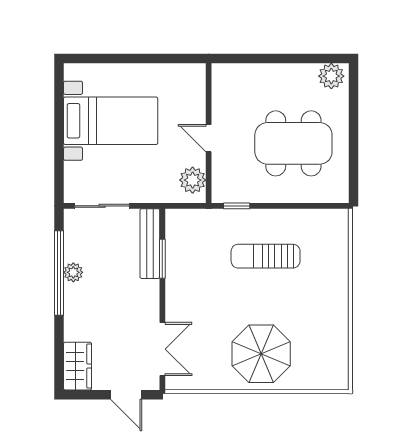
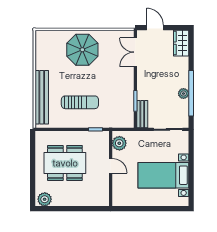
bench: (150, 244) -> (142, 114), width x0.73
bench: (337, 265) -> (42, 97), added

